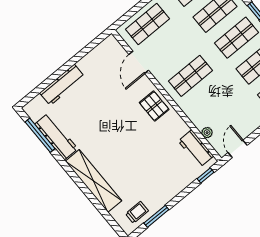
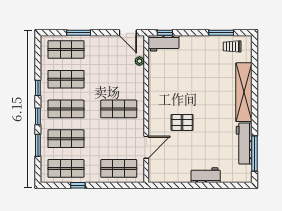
workbench: (62, 85) -> (206, 175), width x0.73
pallet: (154, 106) -> (182, 122), moved, turned 90
workbench: (196, 148) -> (163, 43), moved, turned 90
door: (238, 149) -> (128, 33), hinge flipped

